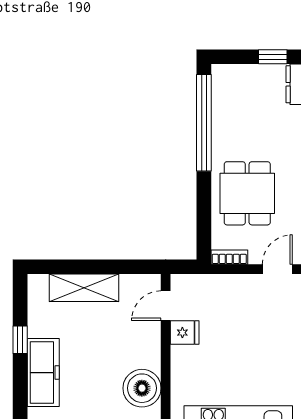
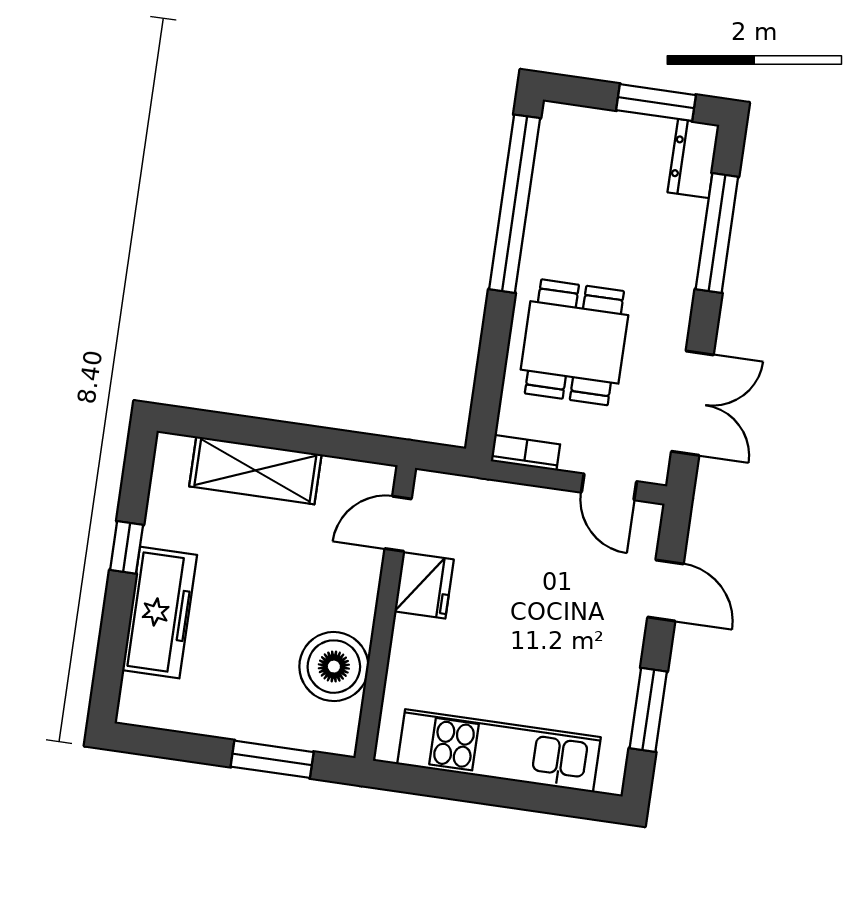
window: (273, 57) -> (656, 103), width x1.50
door: (277, 269) -> (609, 487), swing flipped
fridge: (185, 333) -> (424, 585), width x1.38

